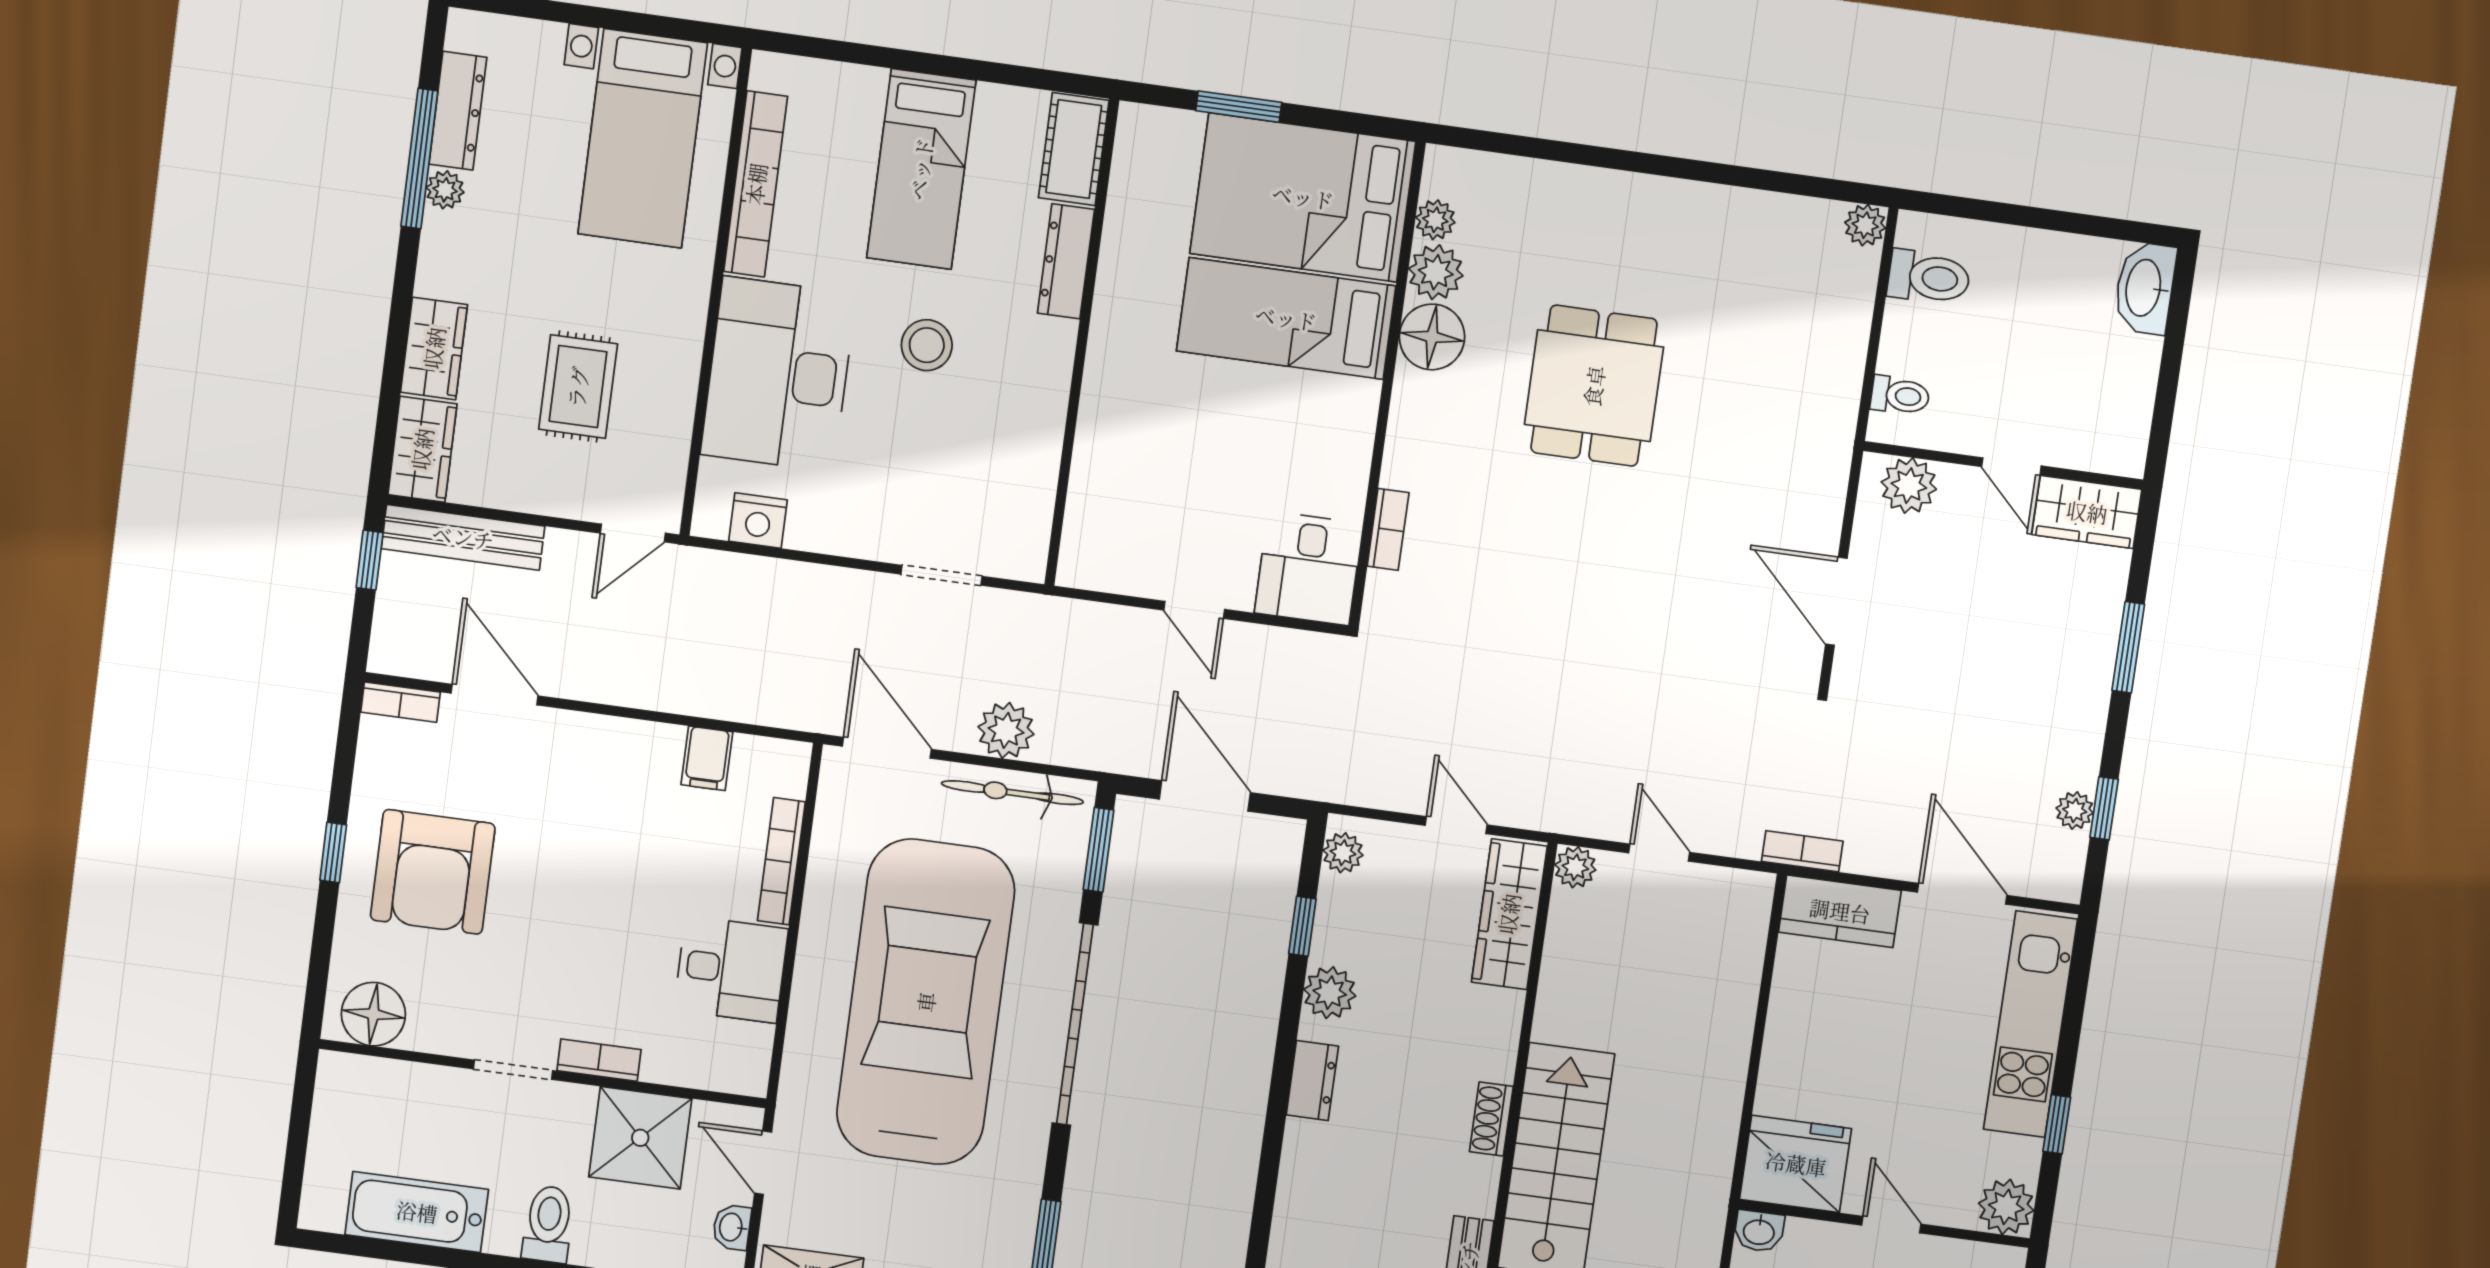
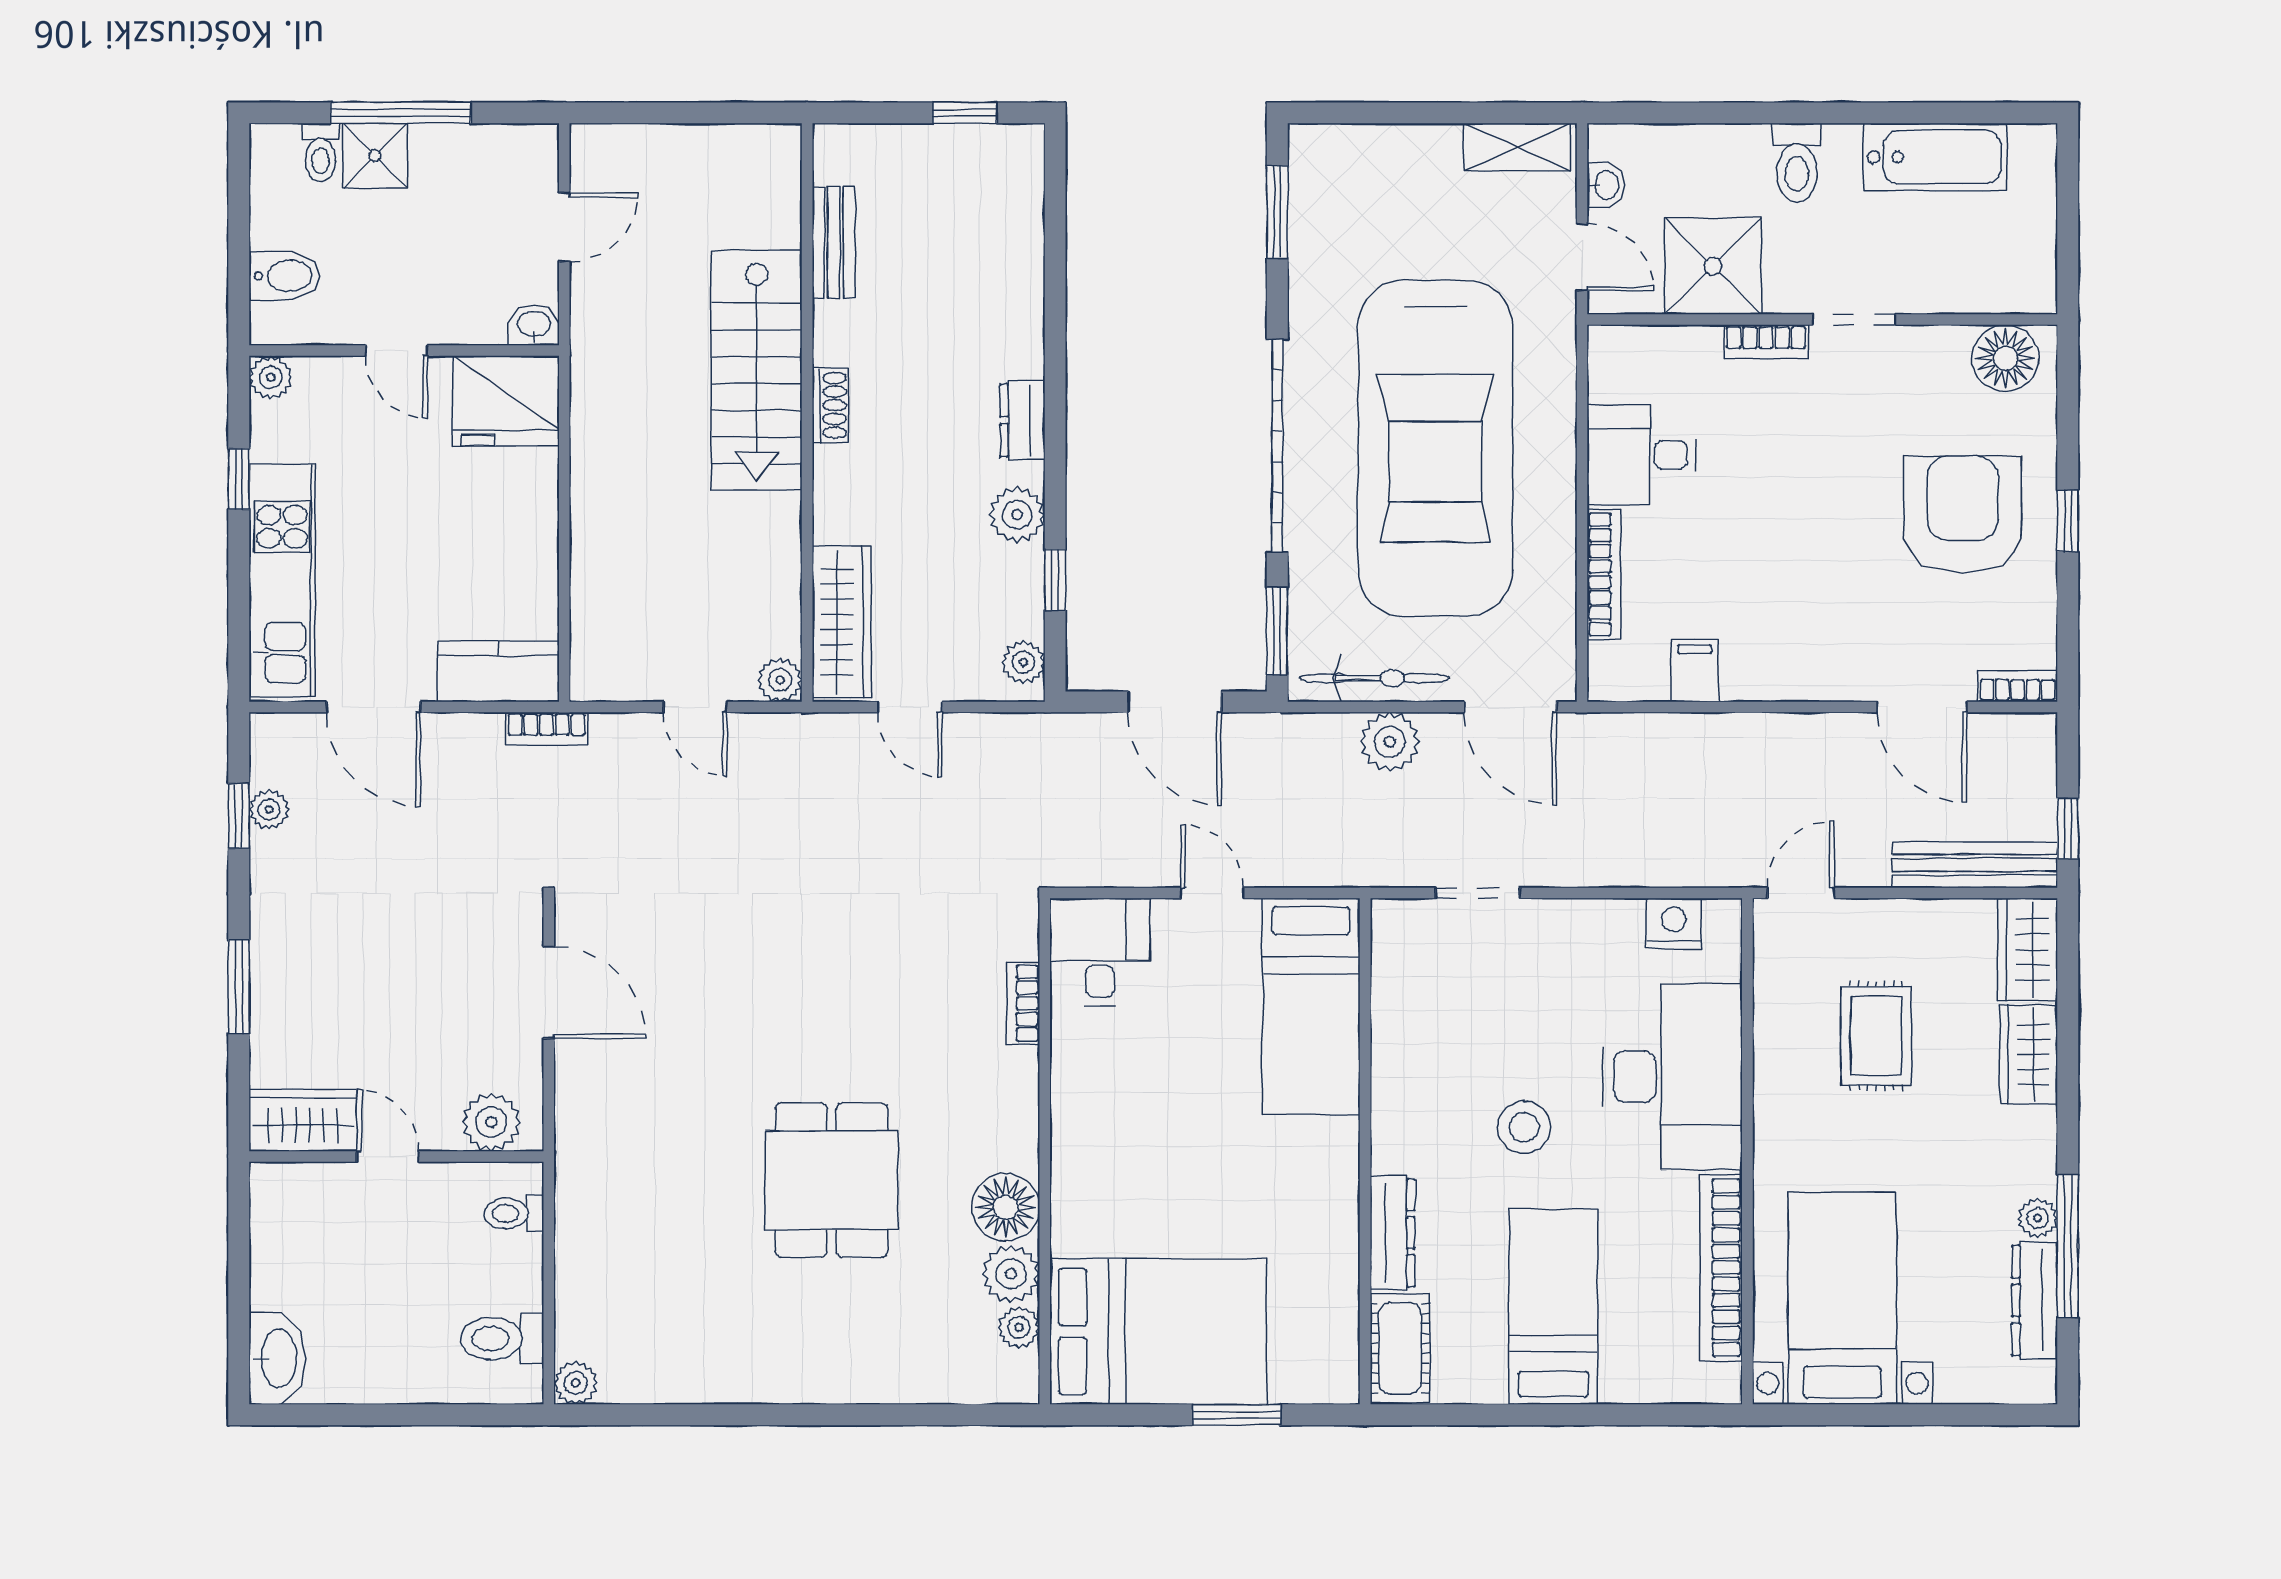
bed: (1286, 318) -> (1311, 1007), moved, turned 90
plant: (2006, 1207) -> (271, 377), width x0.73, depth x0.73

